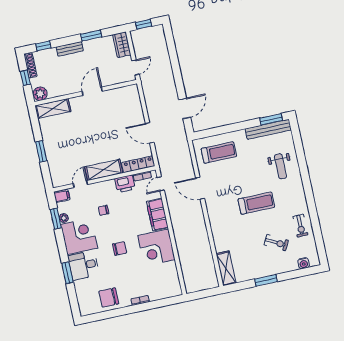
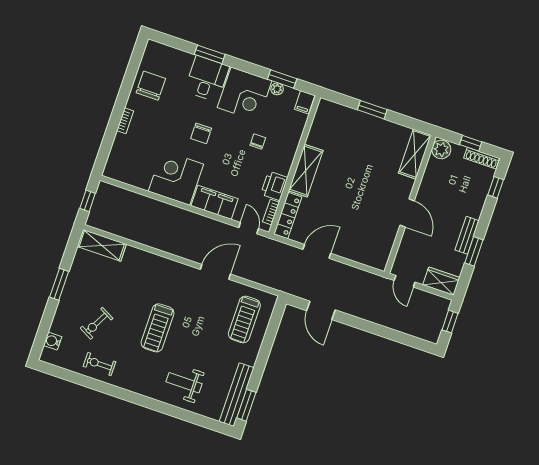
bench: (70, 49) -> (467, 235), moved
door: (80, 184) -> (306, 133), removed
window: (204, 294) -> (88, 201), added

